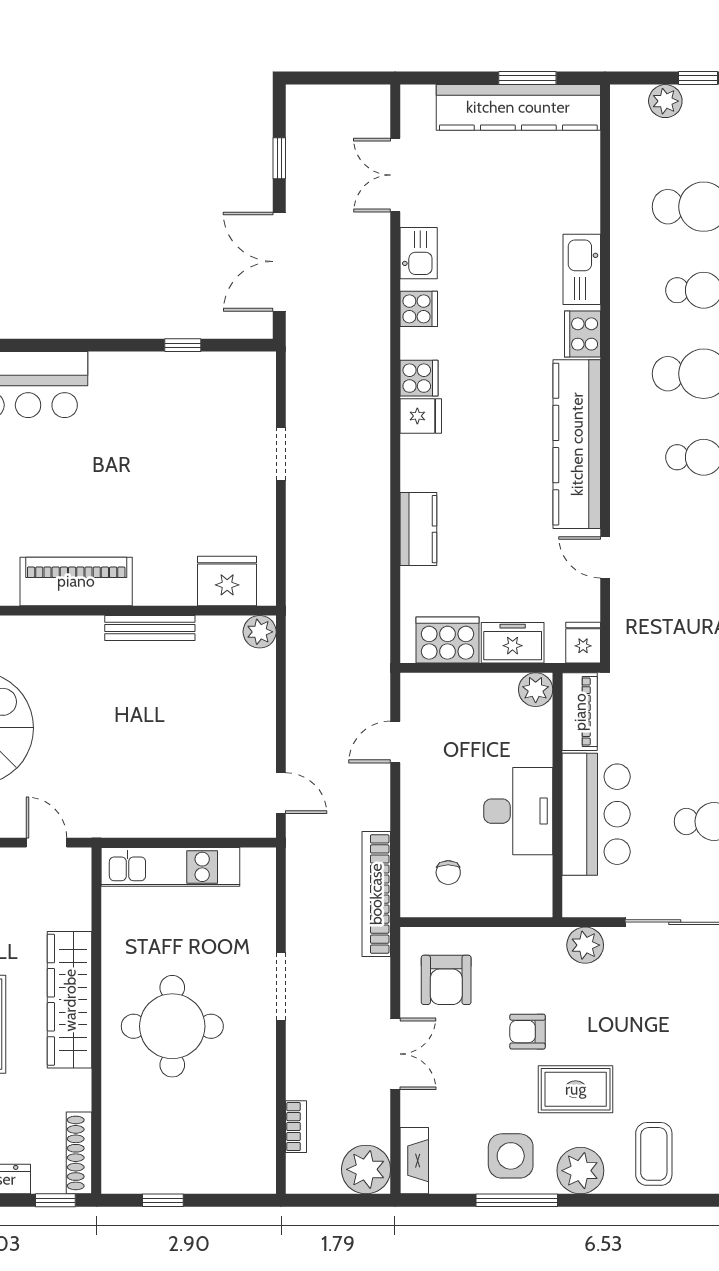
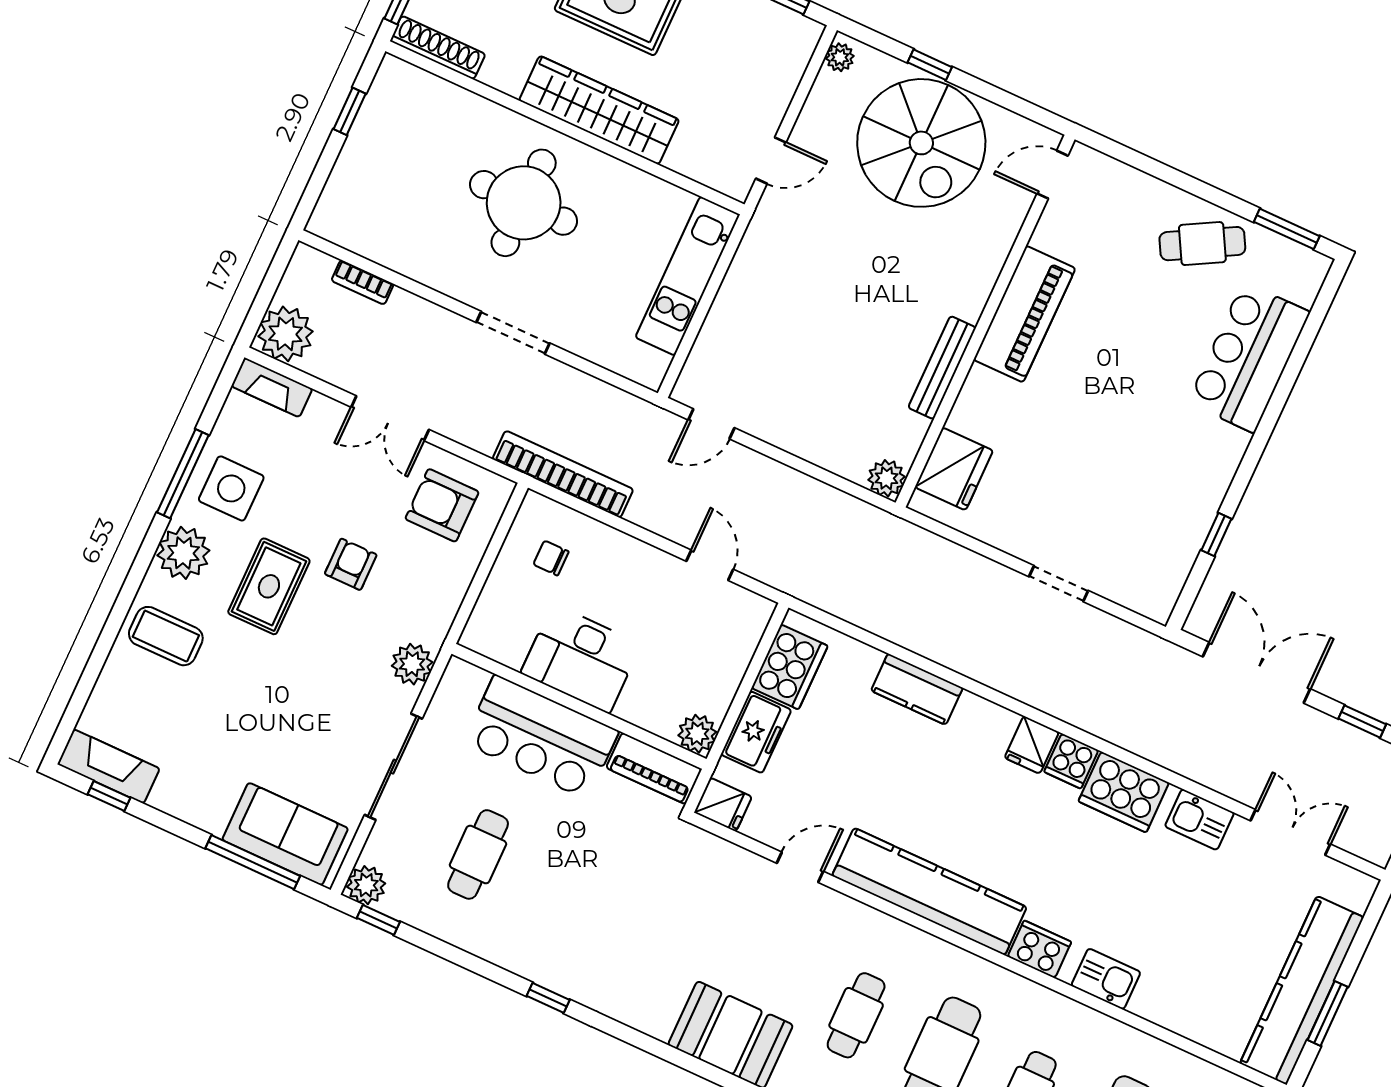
kitchen sink: (582, 269) -> (1106, 979), width x0.73
cooker: (419, 309) -> (1124, 792), width x1.87, depth x1.31

